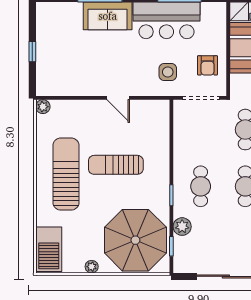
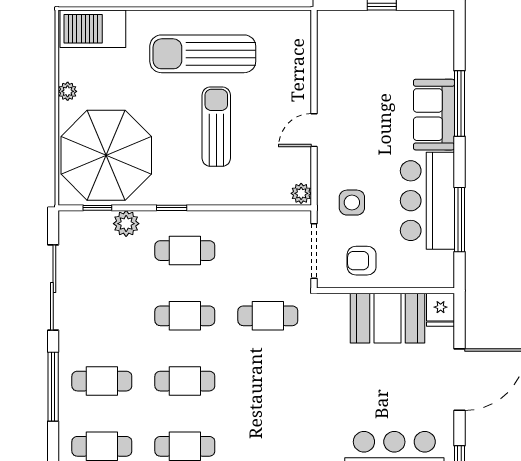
plant: (43, 107) -> (301, 193), moved
sun lounger: (66, 174) -> (203, 54), turned 180

